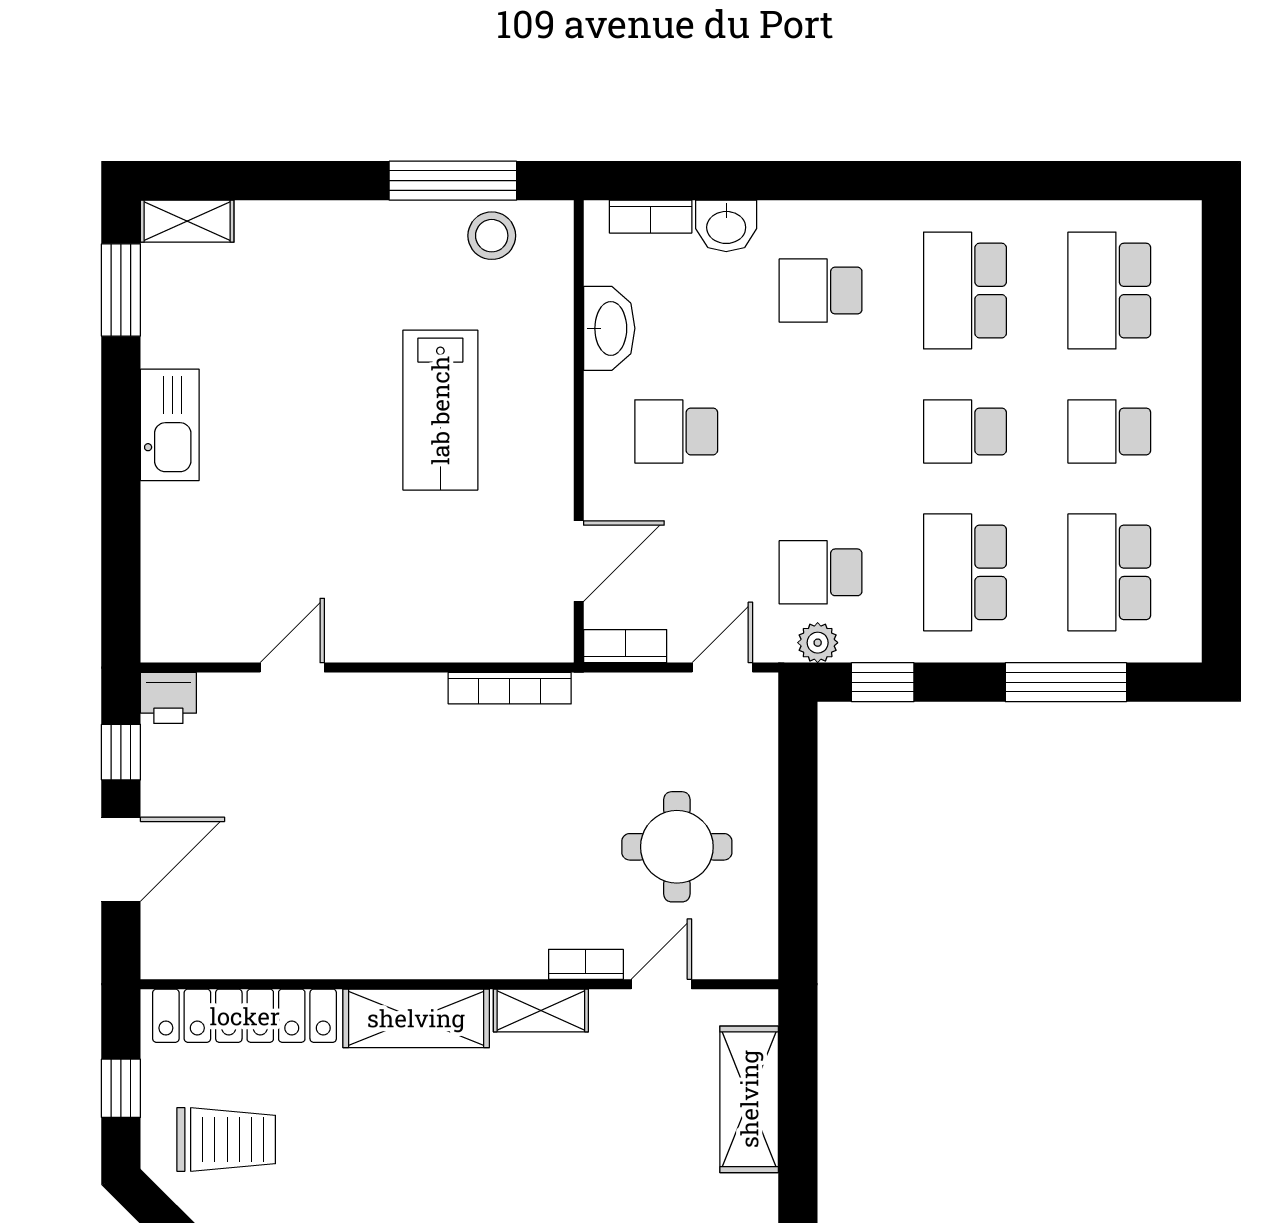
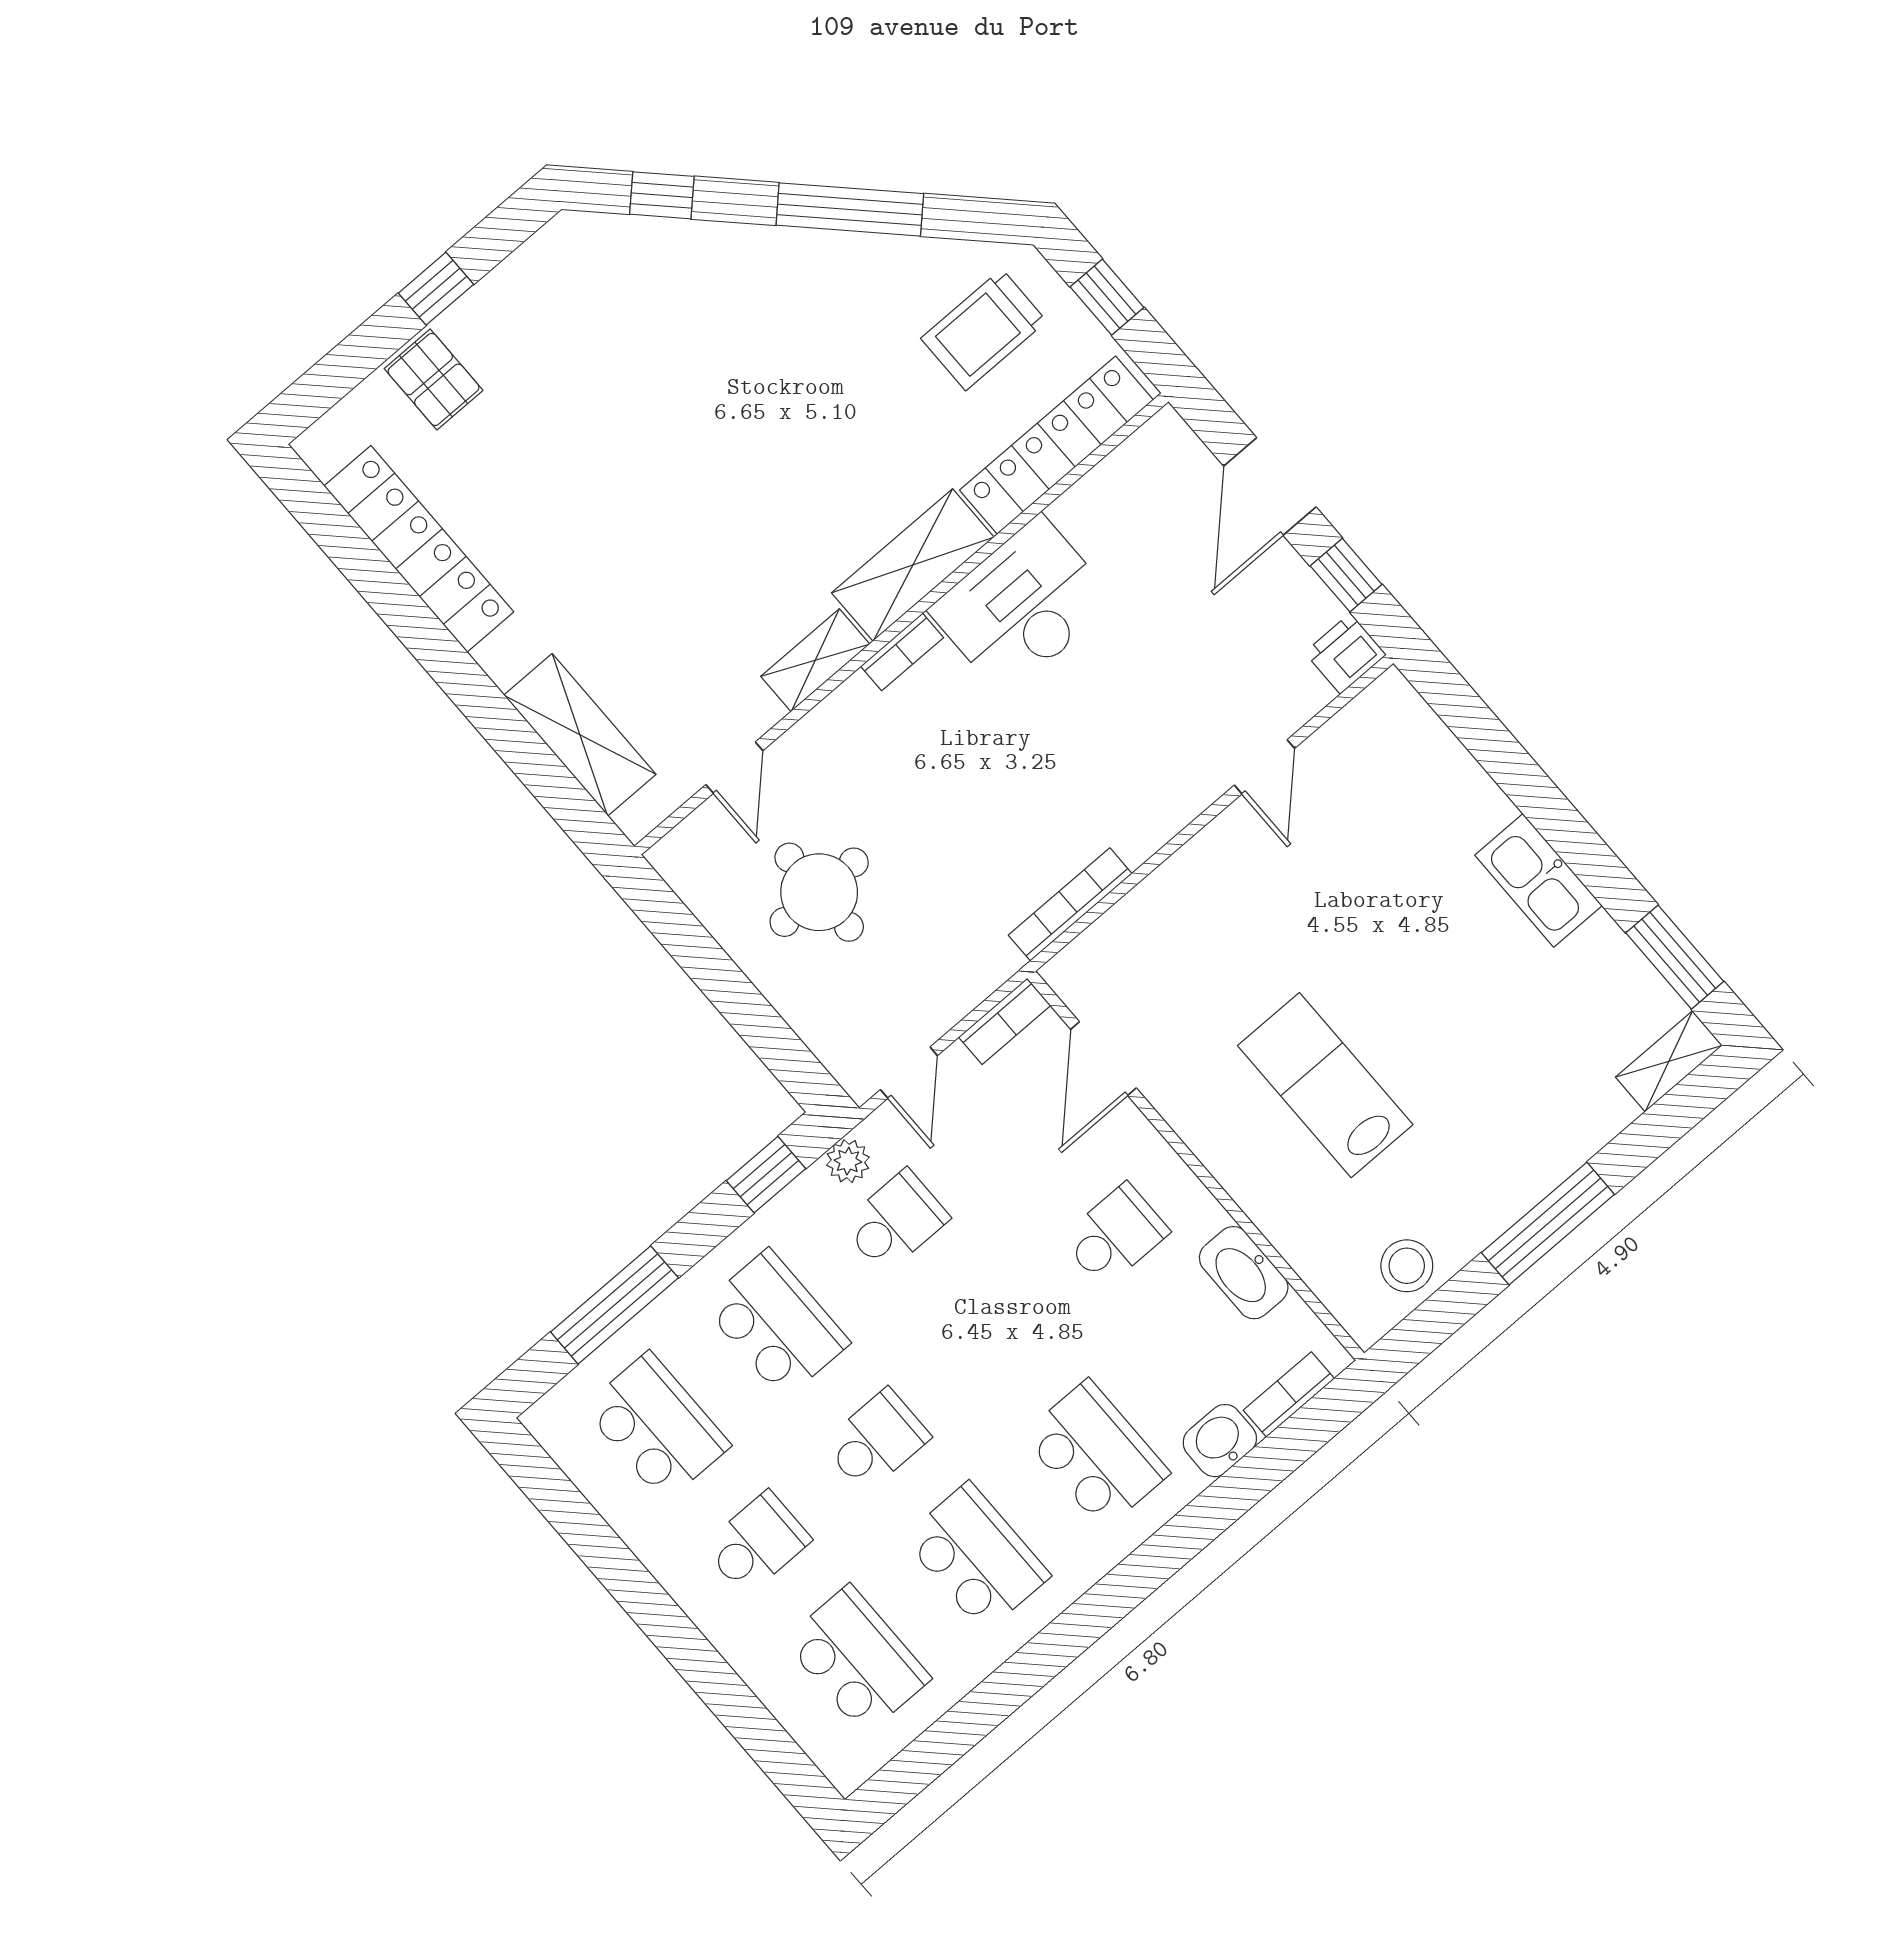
window: (453, 181) -> (1548, 1224), moved
school desk: (821, 291) -> (1096, 1454), width x1.85
desk: (364, 924) -> (1022, 606), added
bookcase: (586, 964) -> (902, 652), moved

